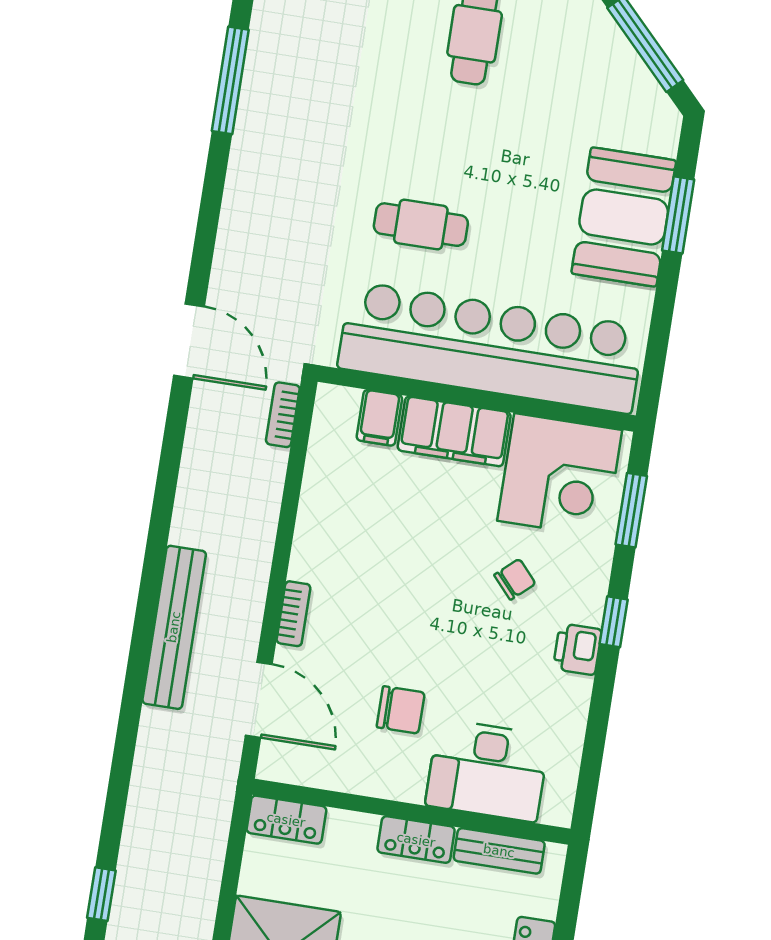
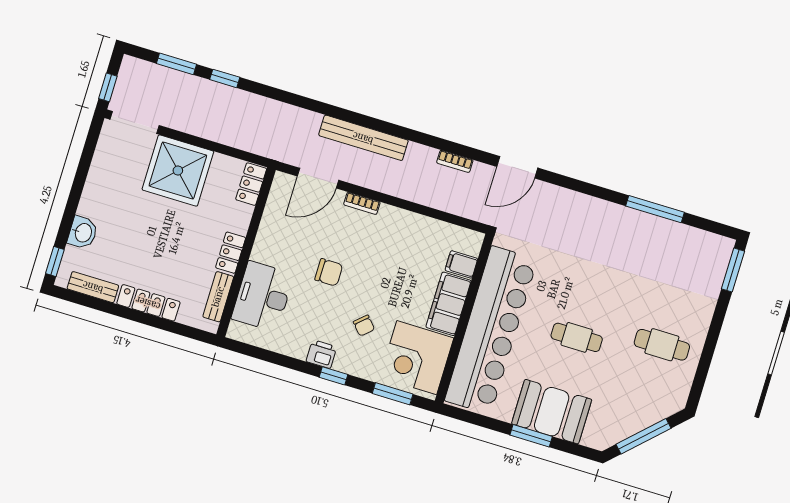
window: (678, 215) -> (531, 436), moved
cafe table: (421, 225) -> (577, 337), moved, turned 90
bookcase: (283, 415) -> (455, 161), moved, turned 180
chair: (401, 710) -> (329, 272), moved, turned -90

